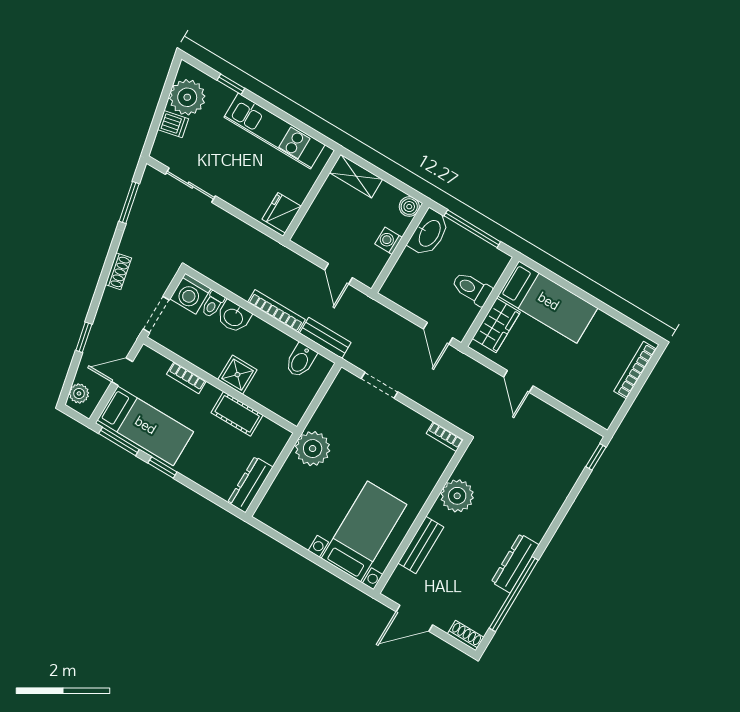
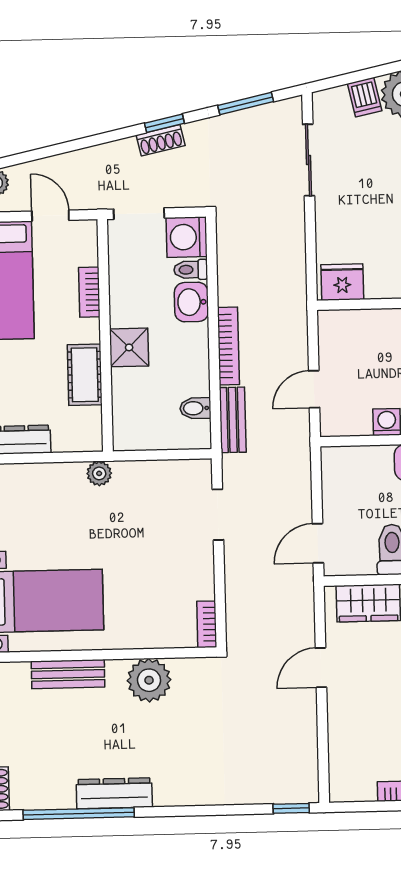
window: (84, 337) -> (164, 123), moved
bidet: (301, 360) -> (195, 408), width x0.72, depth x0.74
plant: (313, 449) -> (99, 473), width x0.53, depth x0.53

